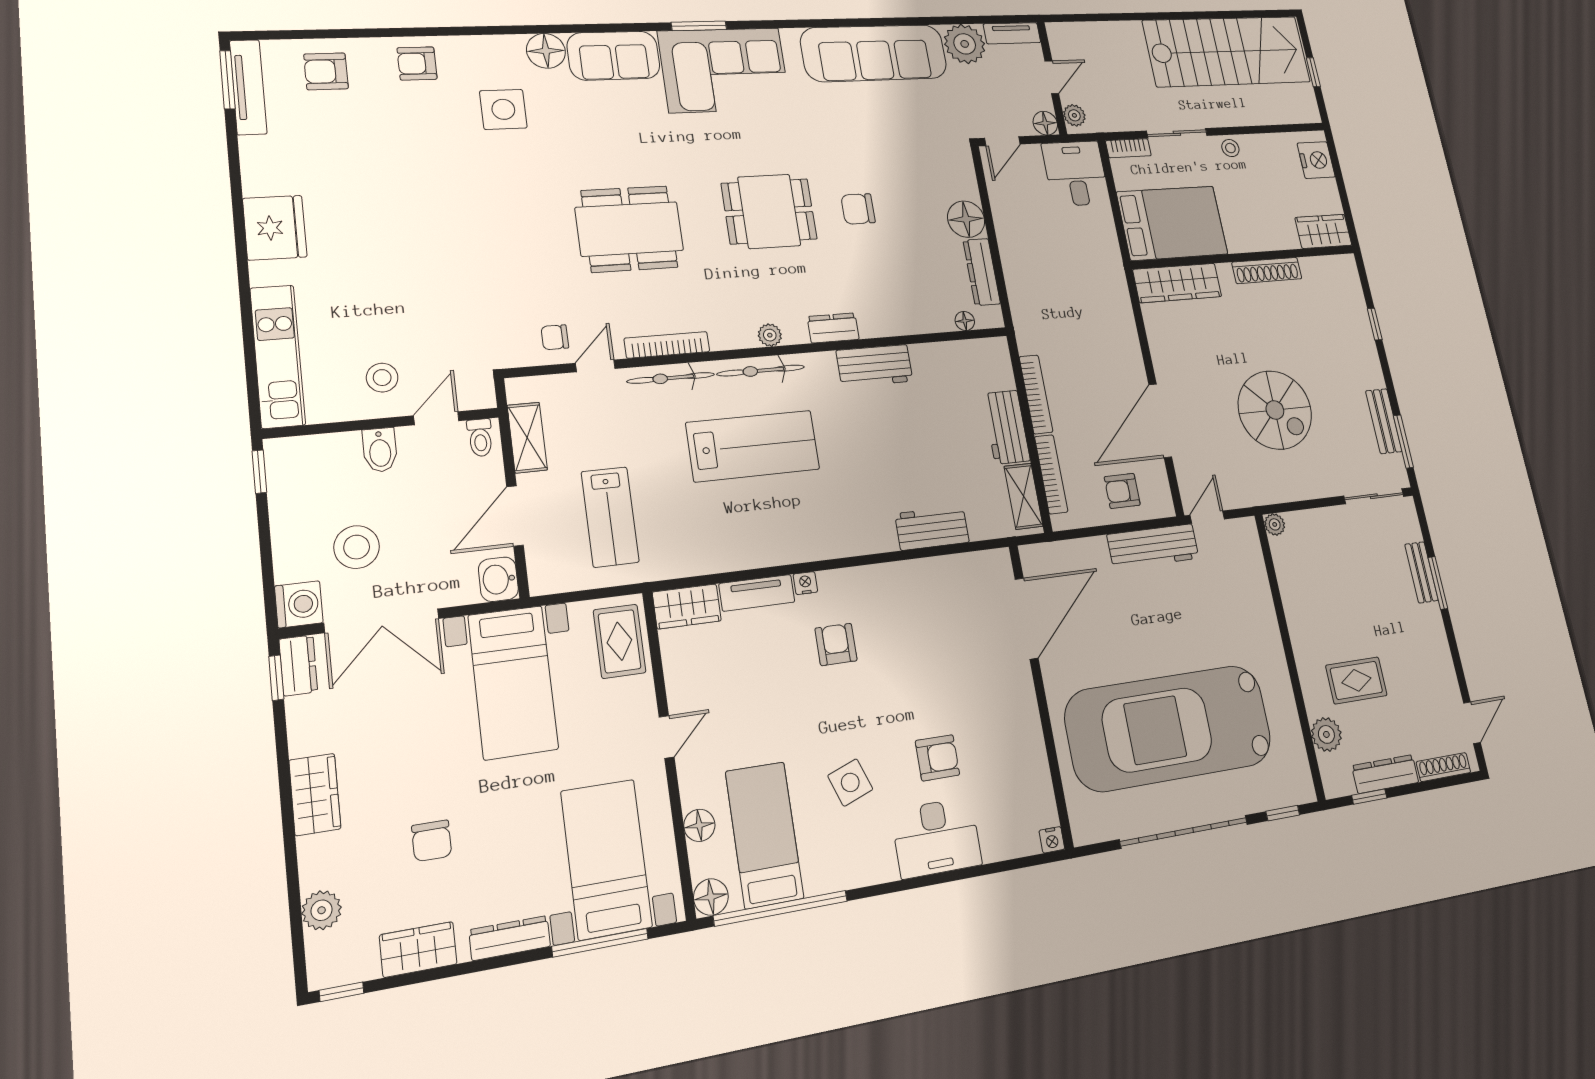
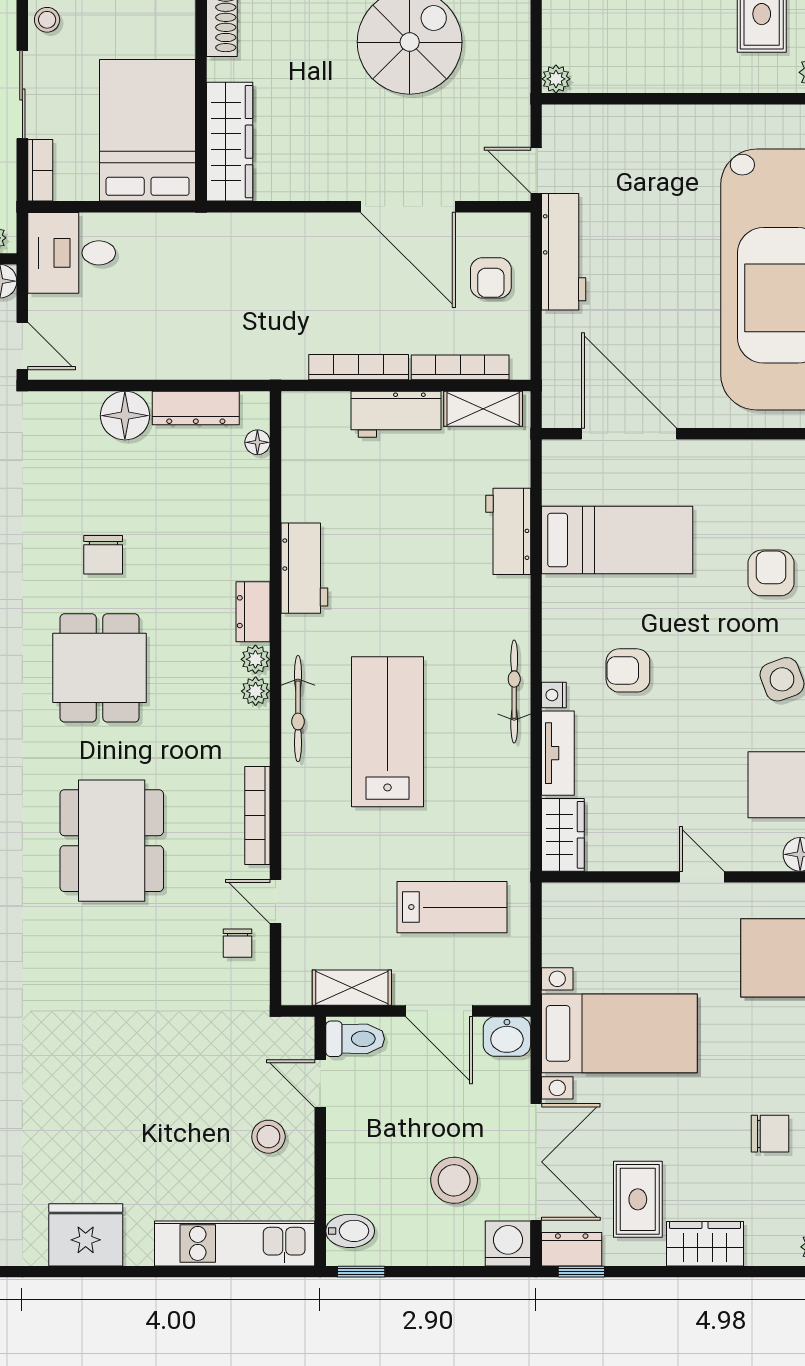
plant: (796, 333) -> (255, 659), added
bicycle: (671, 378) -> (514, 691), moved, turned 180
toilet: (480, 438) -> (355, 1039), width x1.37, depth x1.39
bidet: (380, 450) -> (350, 1231), moved
bed: (941, 620) -> (617, 540), added
rug: (620, 641) -> (638, 1199), moved, turned 90

